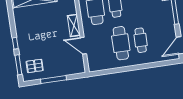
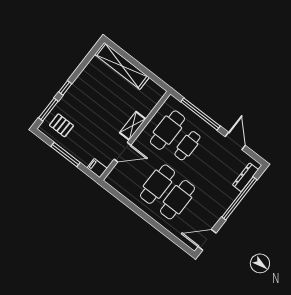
cafe table: (141, 40) -> (177, 200), width x1.37, depth x1.35
door: (83, 46) -> (122, 152), swing flipped
filing cabinet: (79, 69) -> (97, 168), added

